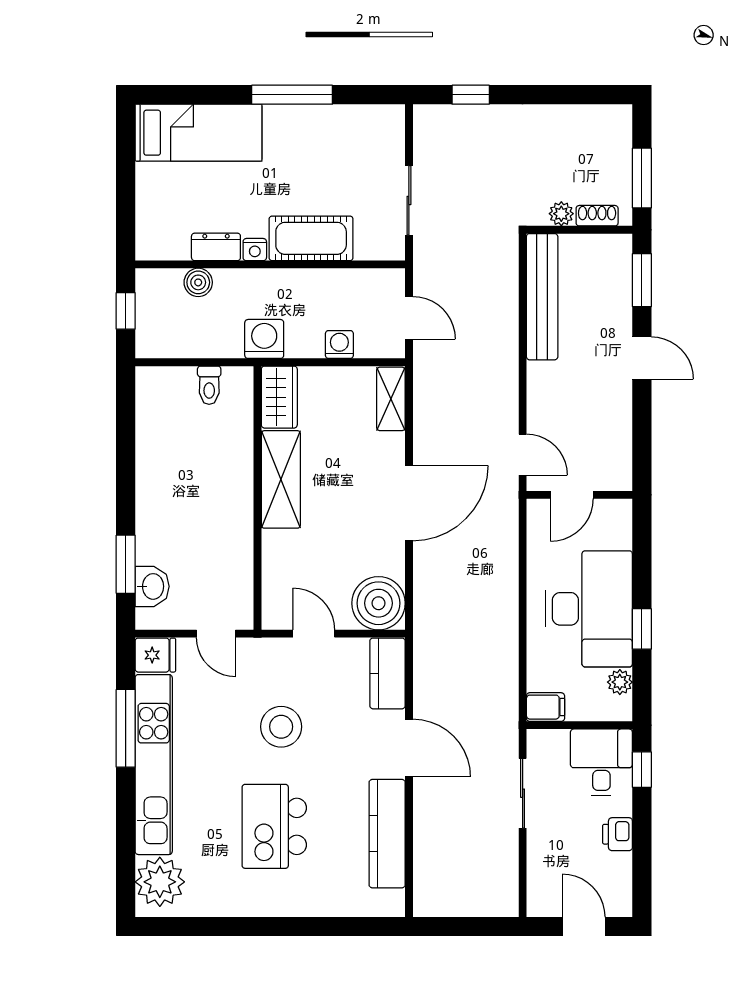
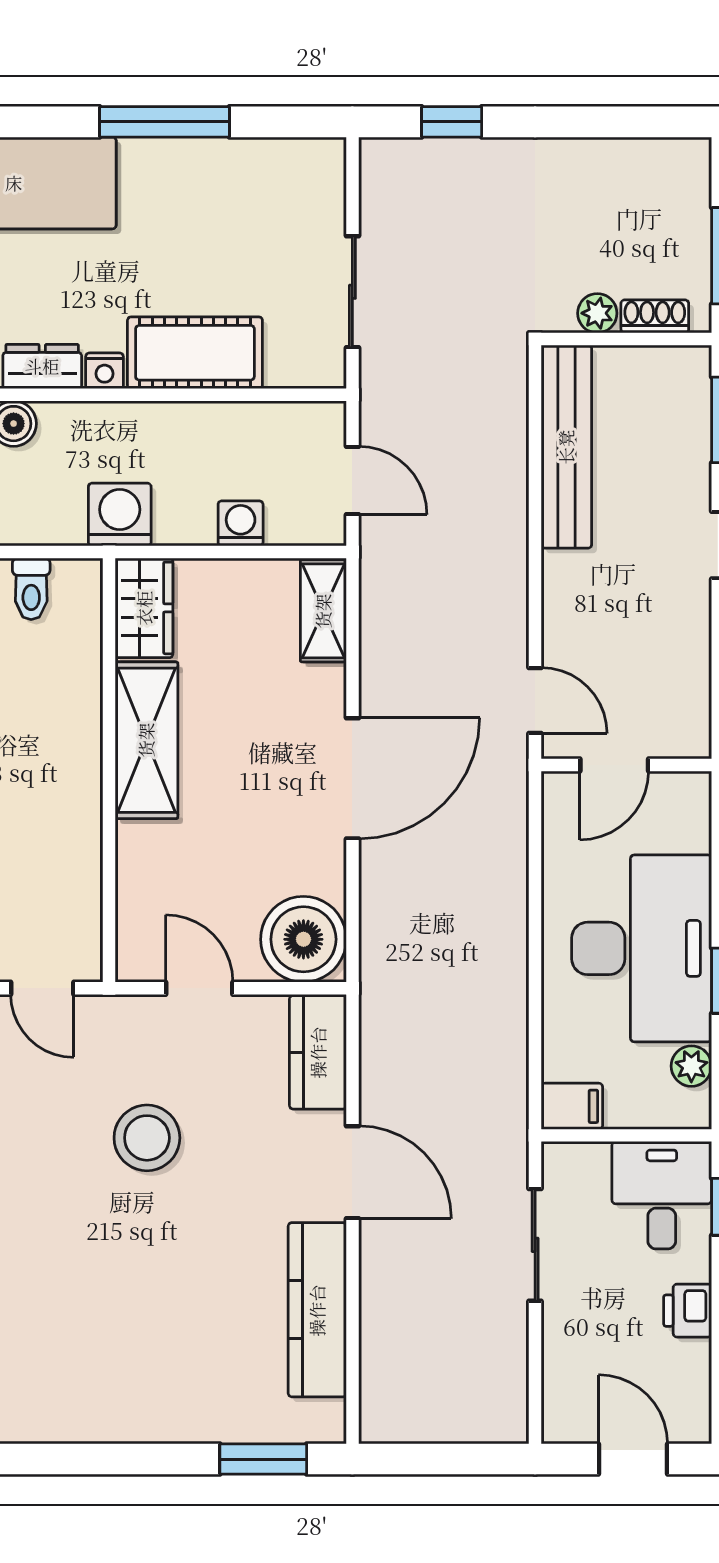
kitchen island: (274, 826) -> (136, 1298), removed
window: (354, 926) -> (263, 1459), added

